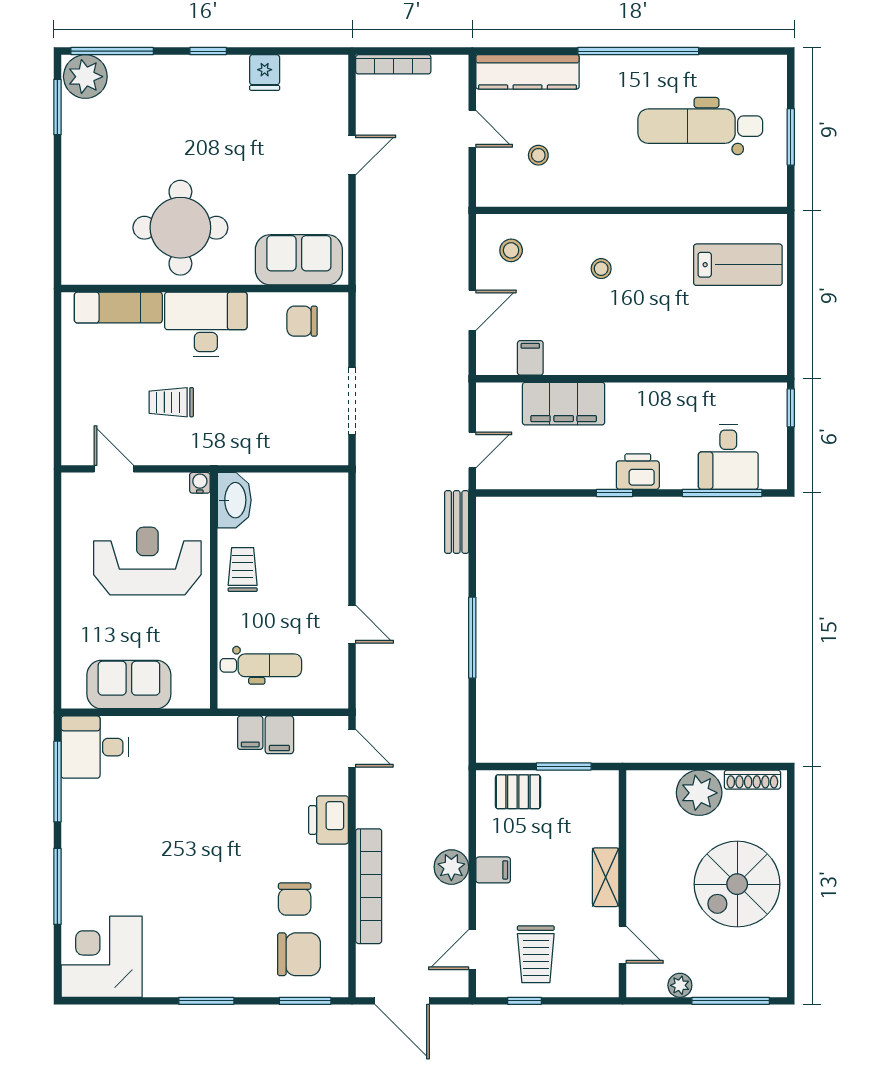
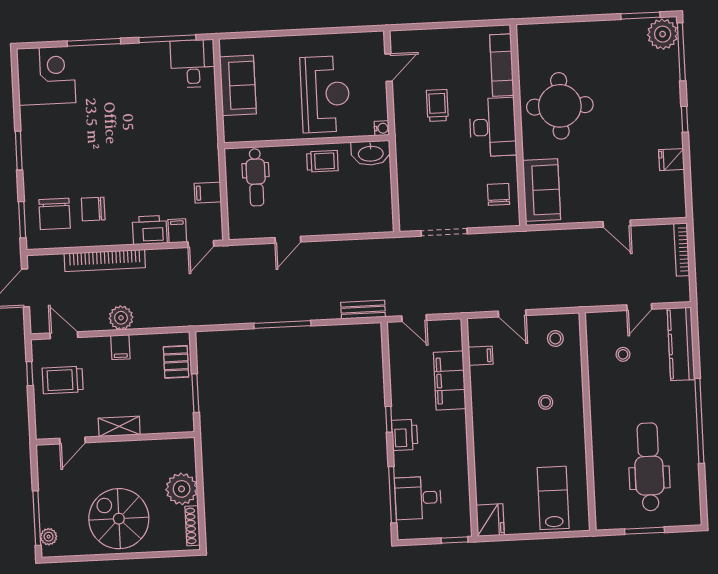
lab bench: (738, 265) -> (553, 498), turned 180
fridge: (765, 356) -> (490, 520), added
filing cabinet: (250, 733) -> (177, 231), moved, turned 90
plant: (680, 985) -> (49, 537), moved

